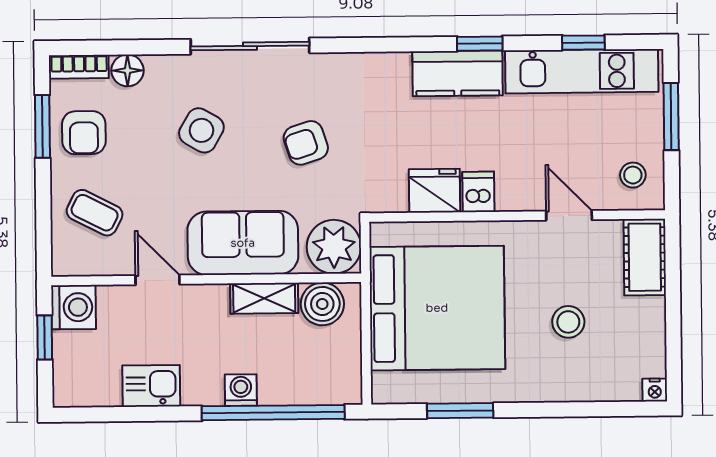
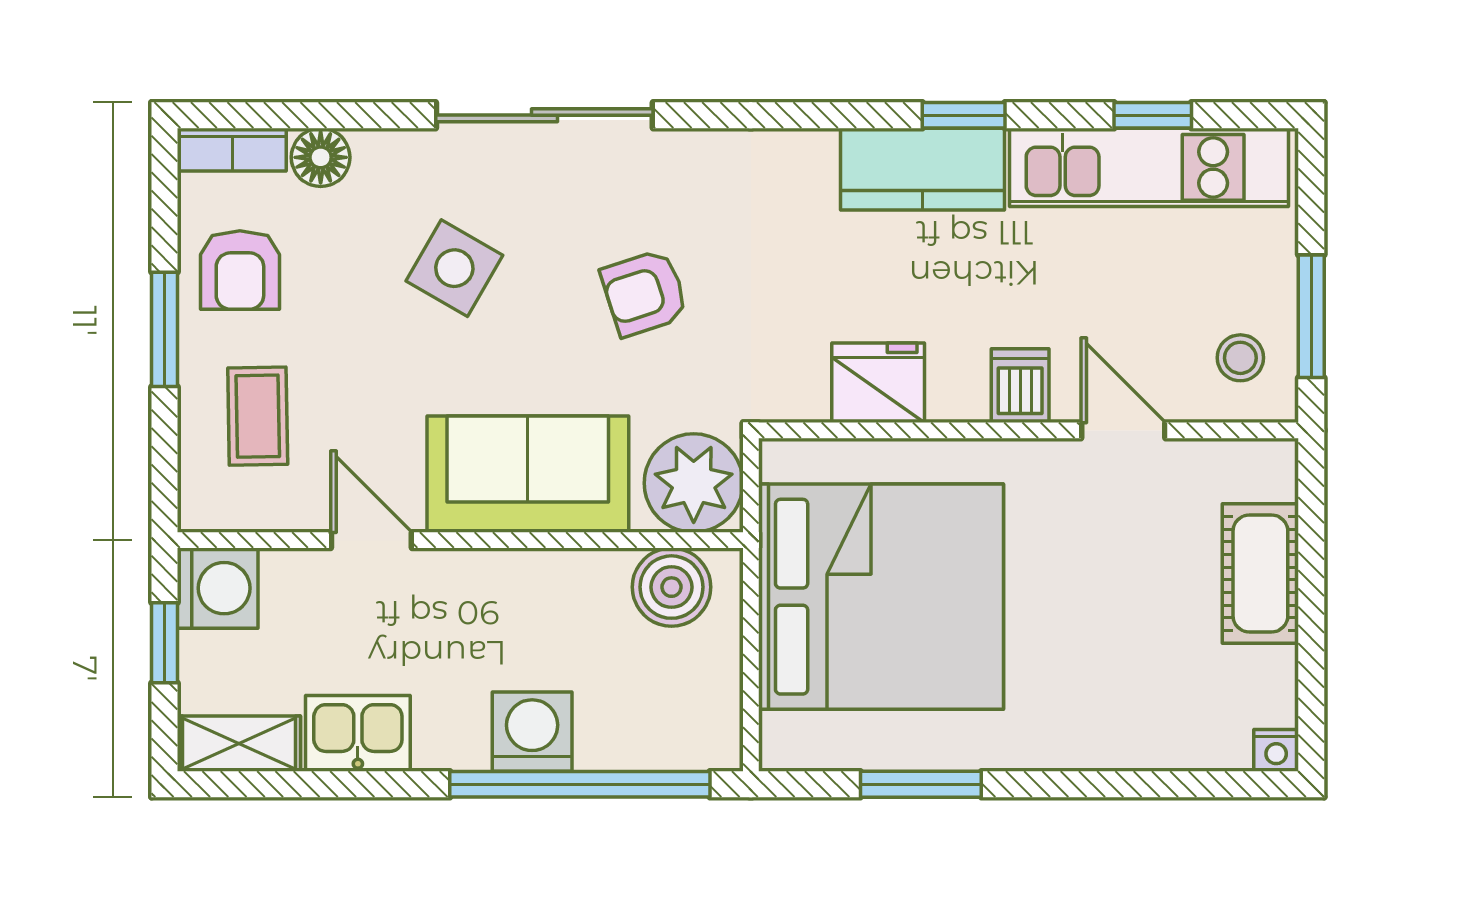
window: (671, 116) -> (1311, 316), moved
window: (42, 126) -> (164, 329), moved
dishwasher: (478, 192) -> (1020, 386), moved
coffee table: (95, 213) -> (258, 416), turned 62
cot: (645, 257) -> (1260, 574), moved
shelving: (264, 298) -> (239, 744), moved
stool: (568, 322) -> (1120, 624), removed
washing machine: (241, 390) -> (532, 732), width x1.38, depth x1.38

